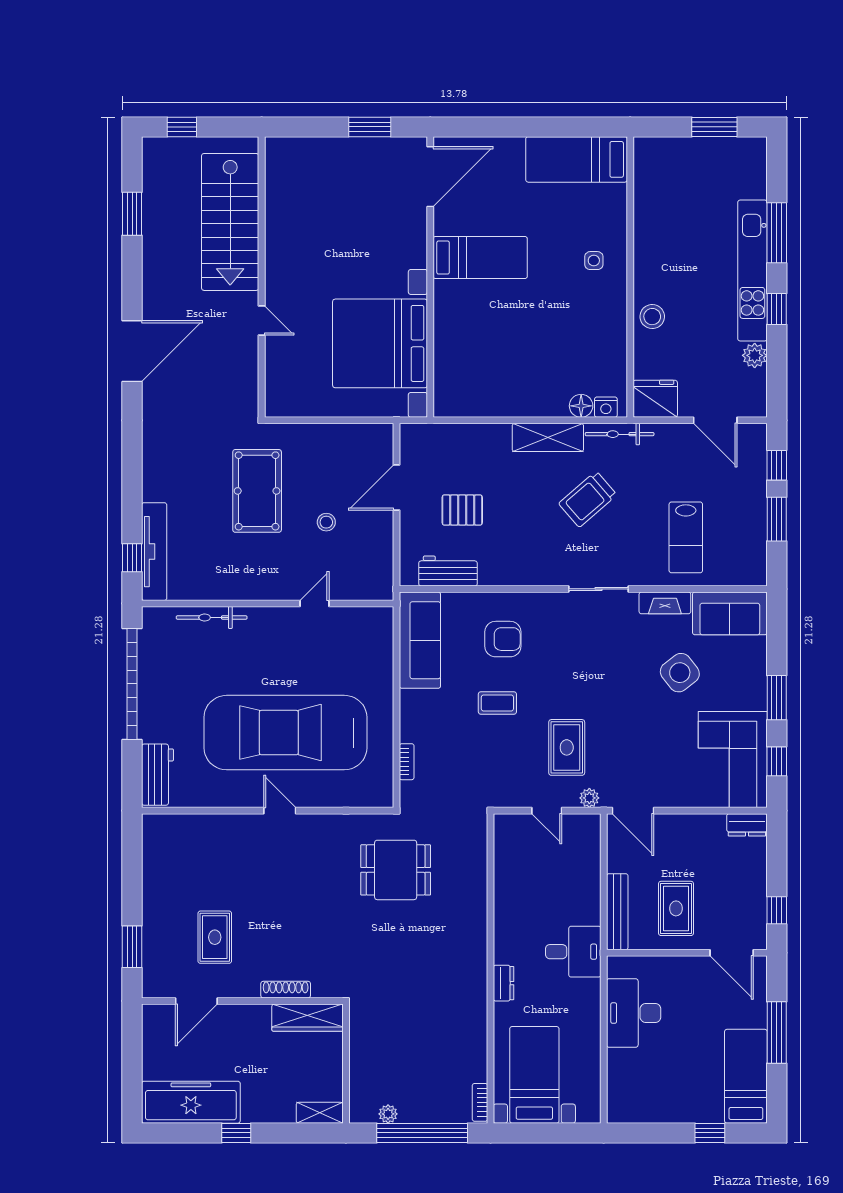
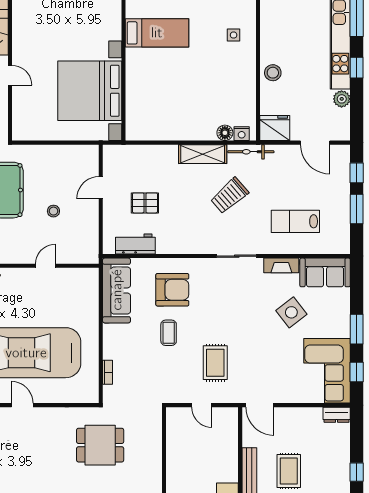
door: (397, 488) -> (101, 188), width x0.73
lab bench: (686, 537) -> (295, 221), turned 90
armchair: (503, 639) -> (172, 290), width x1.36, depth x1.36
coffee table: (497, 703) -> (169, 333), turned 90
plant: (589, 798) -> (230, 397), removed

